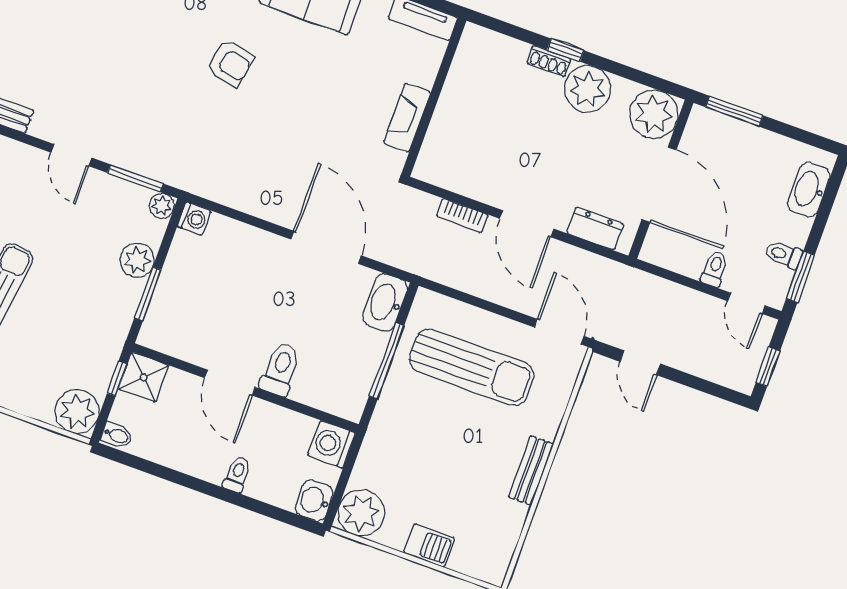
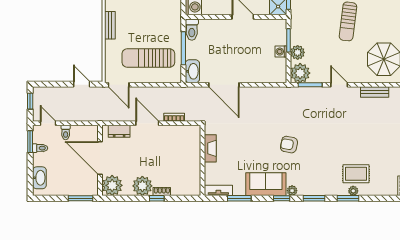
plant: (162, 206) -> (300, 73), width x1.88, depth x1.88
washing machine: (194, 219) -> (281, 52), moved
toilet: (280, 369) -> (192, 30), moved

